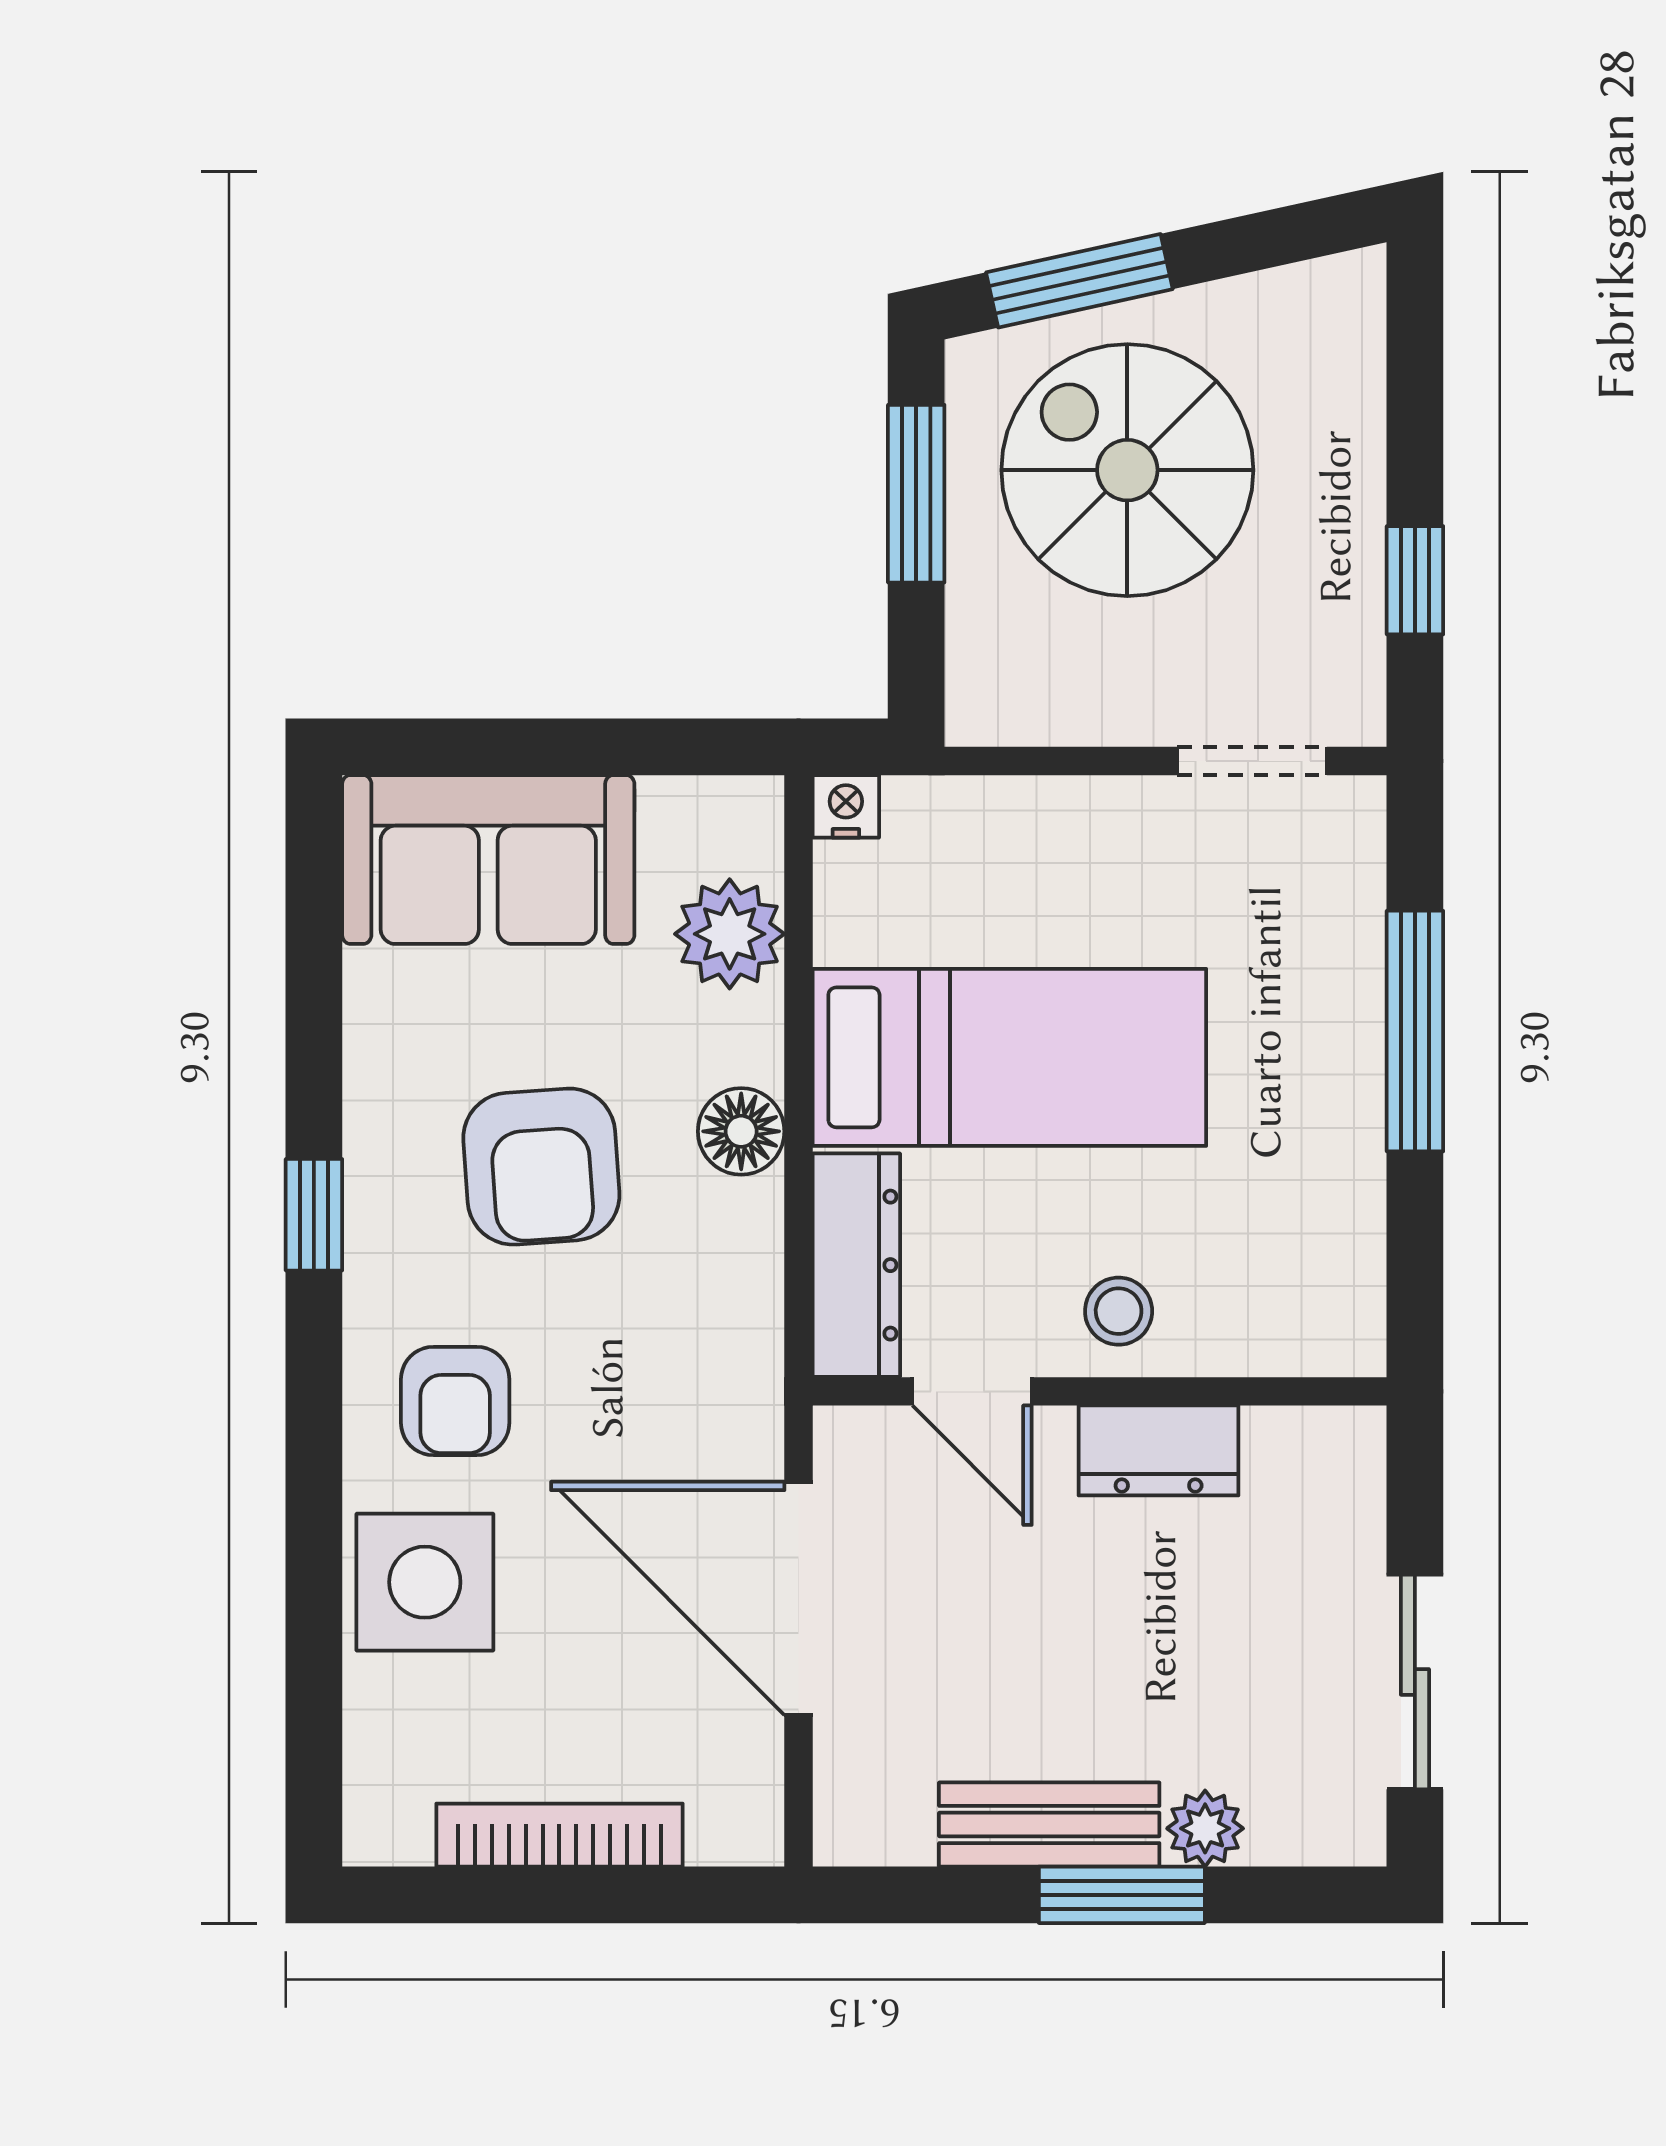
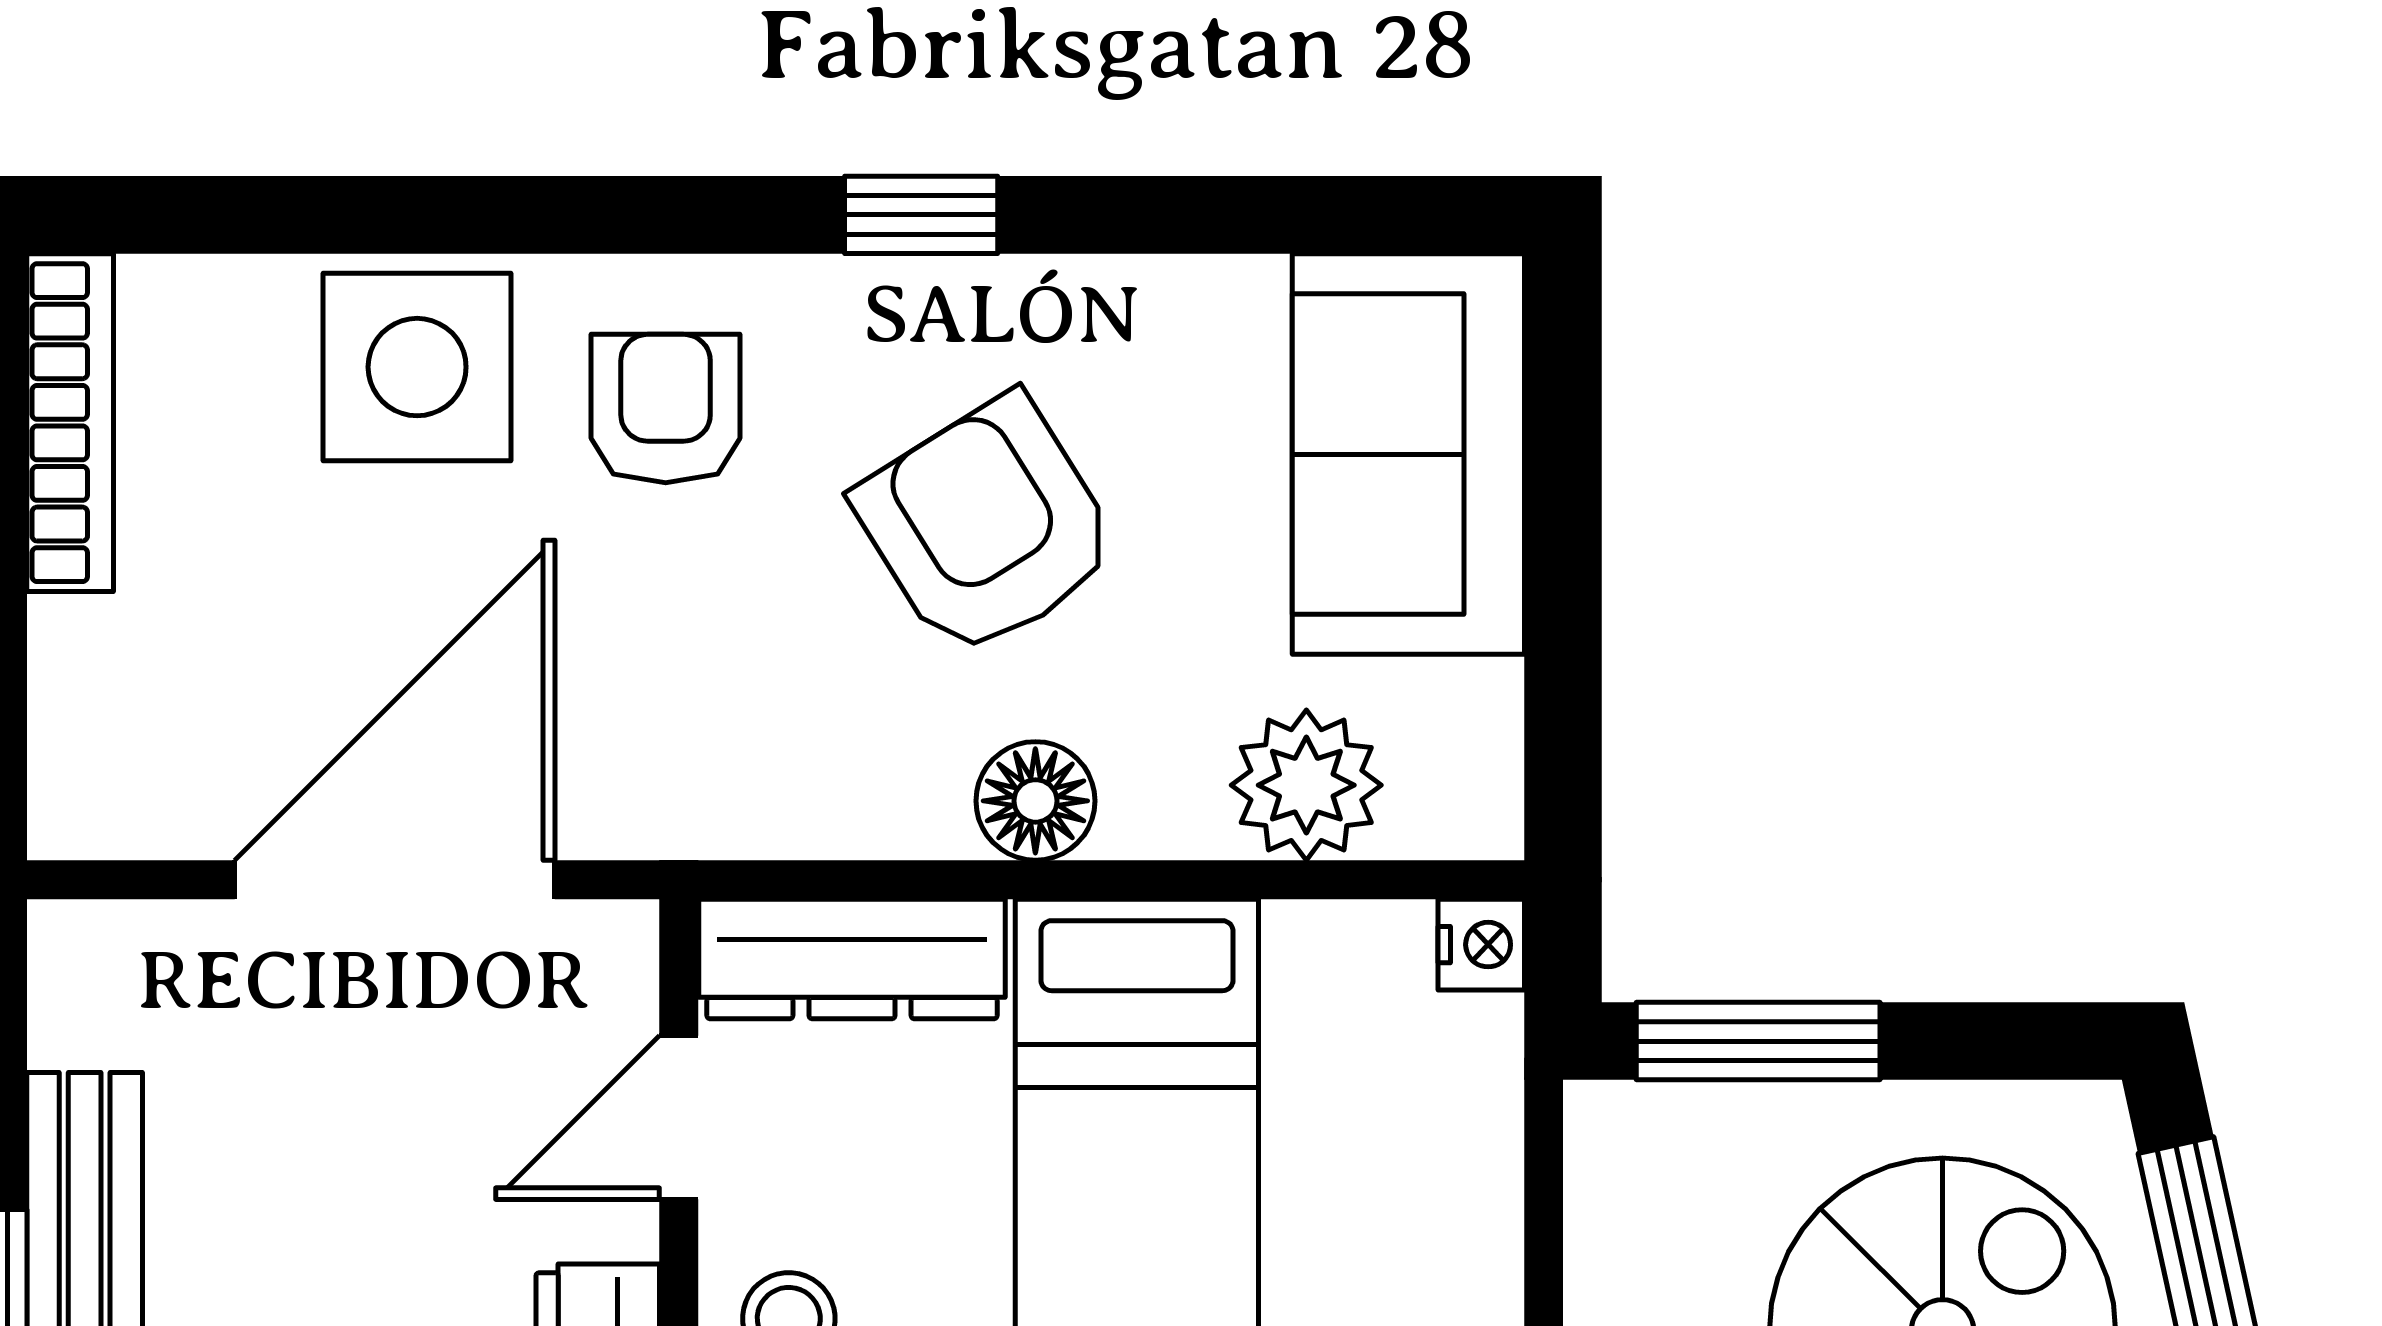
window: (916, 494) -> (1758, 1041), moved
armchair: (541, 1167) -> (987, 527), turned 62
armchair: (455, 1401) -> (666, 409), turned 90
bookcase: (559, 1835) -> (70, 423), moved

